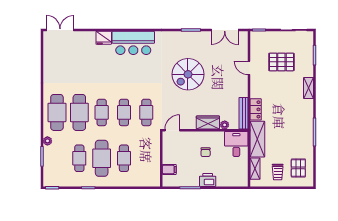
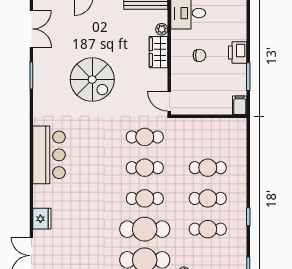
fridge: (104, 38) -> (42, 219), moved
cafe table: (102, 158) -> (208, 198), width x0.73, depth x0.74
filing cabinet: (169, 169) -> (240, 105), moved

